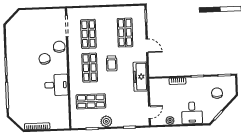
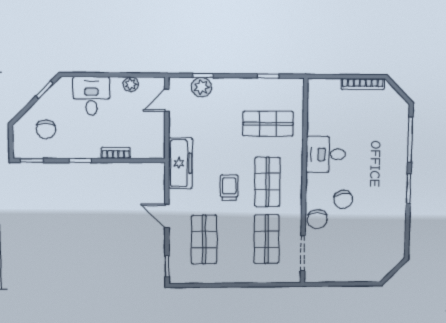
plant: (106, 121) -> (201, 87), moved

